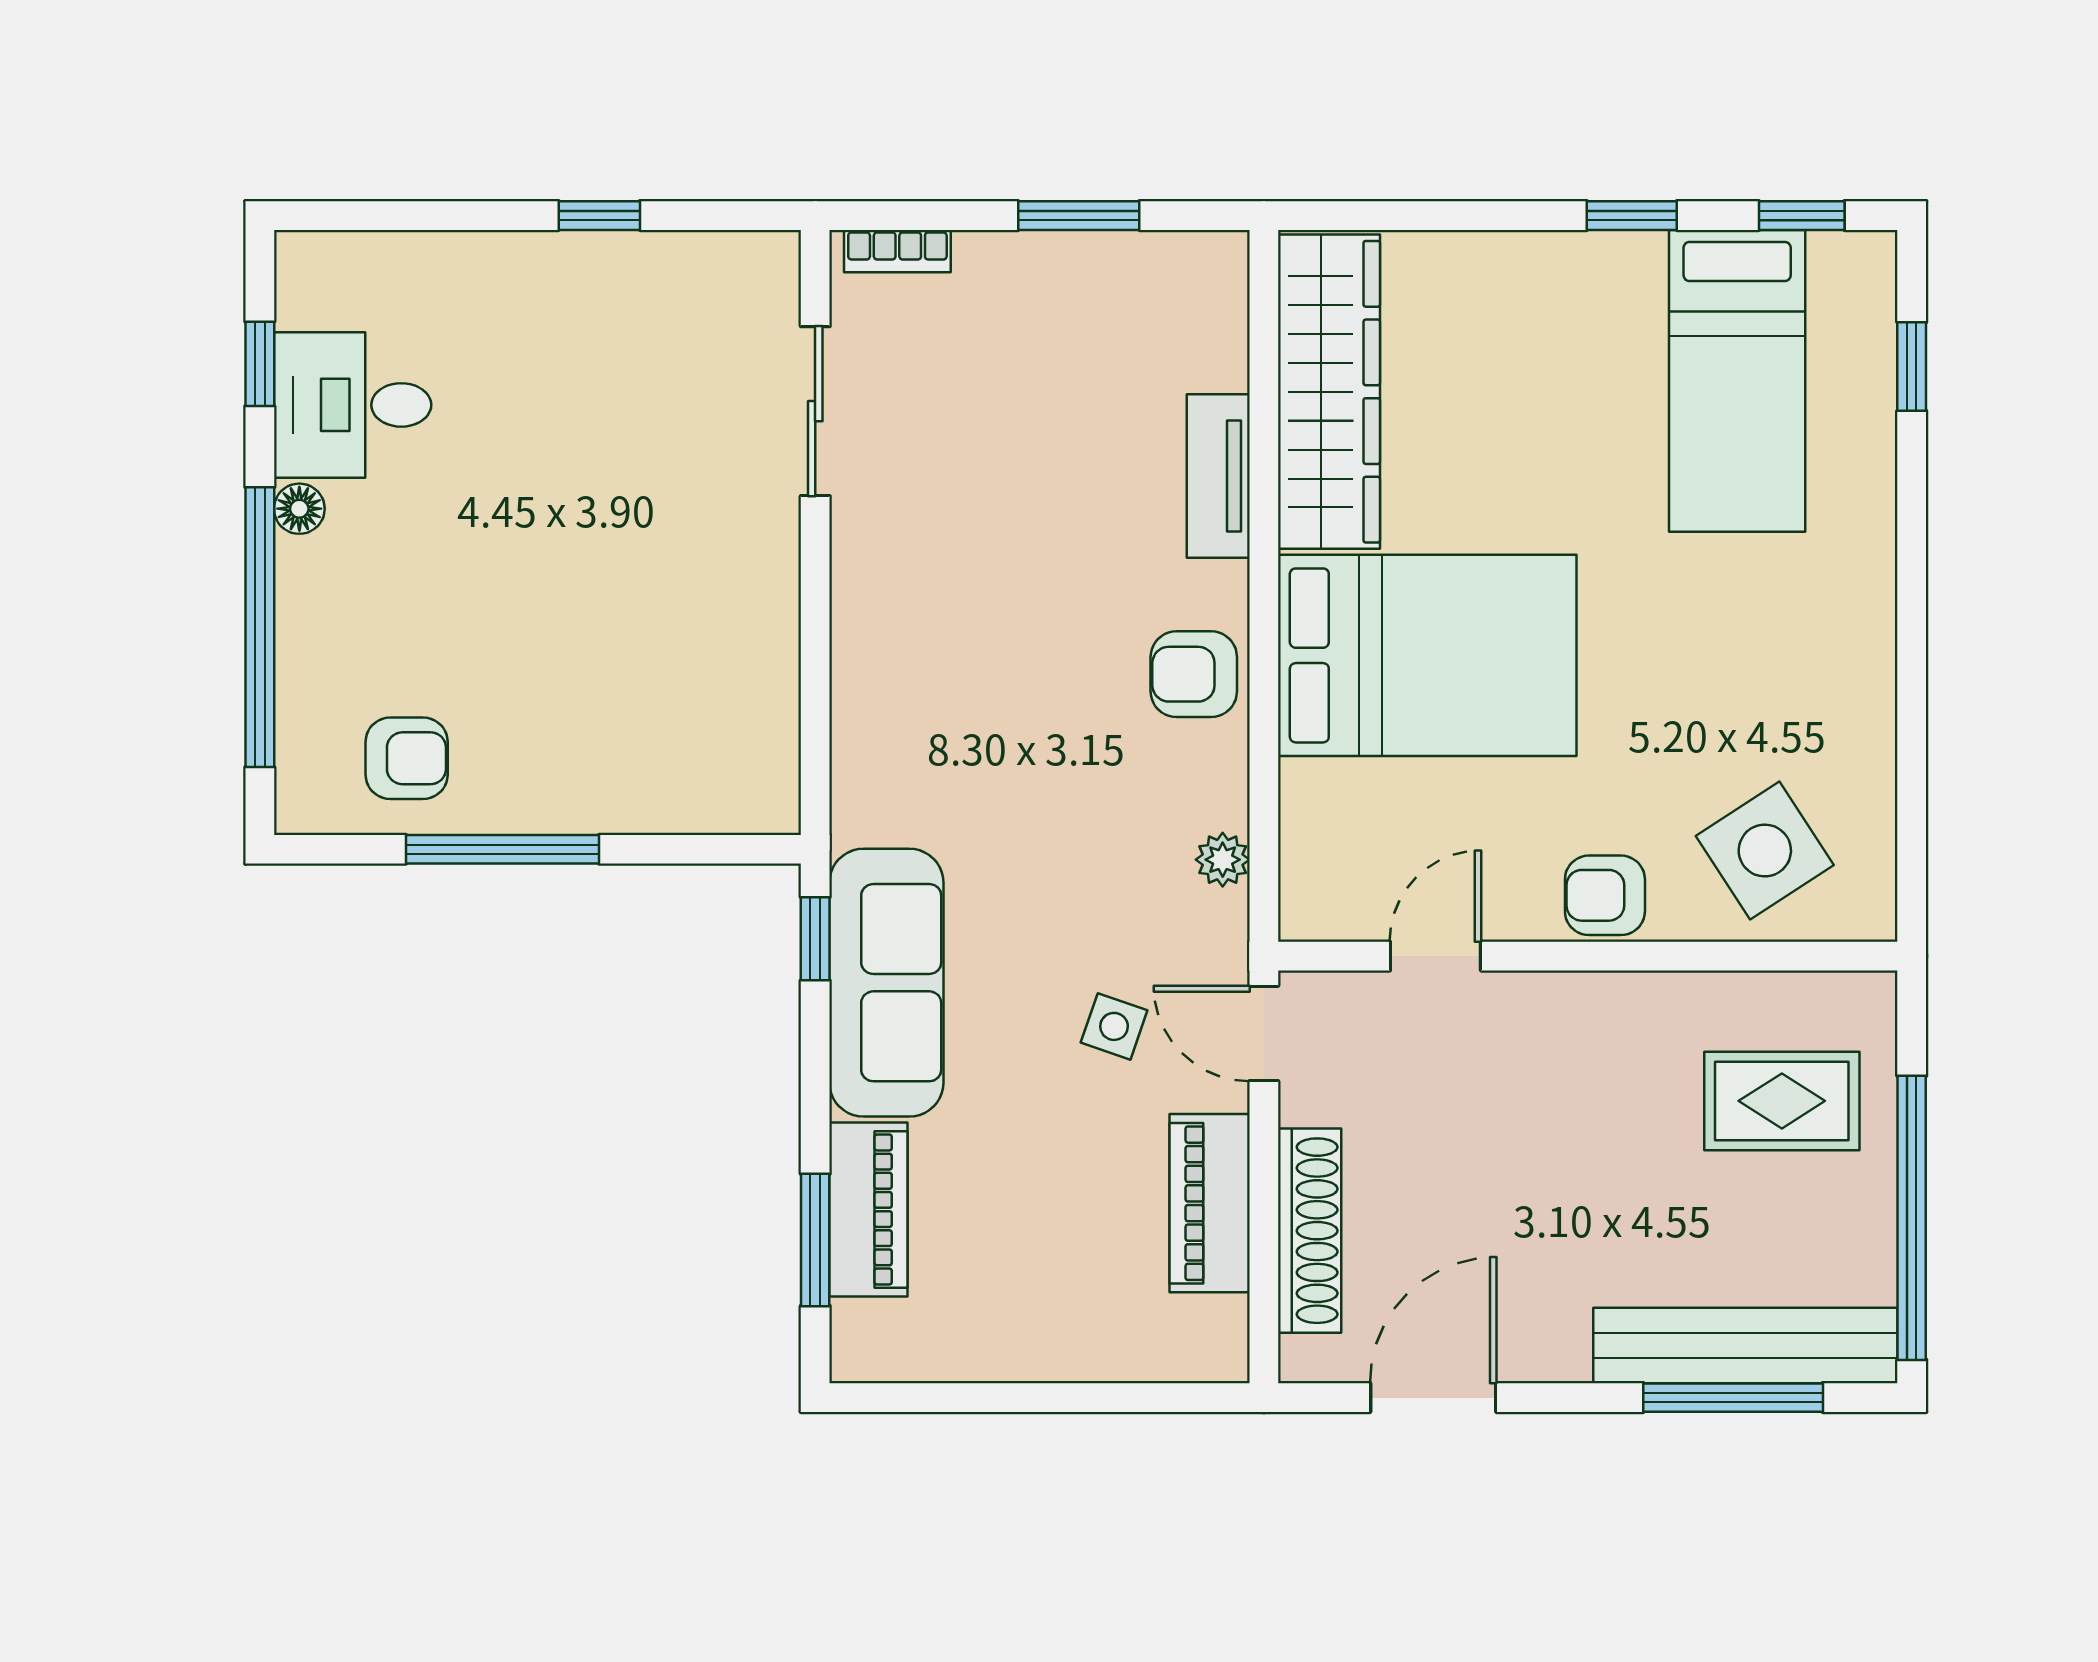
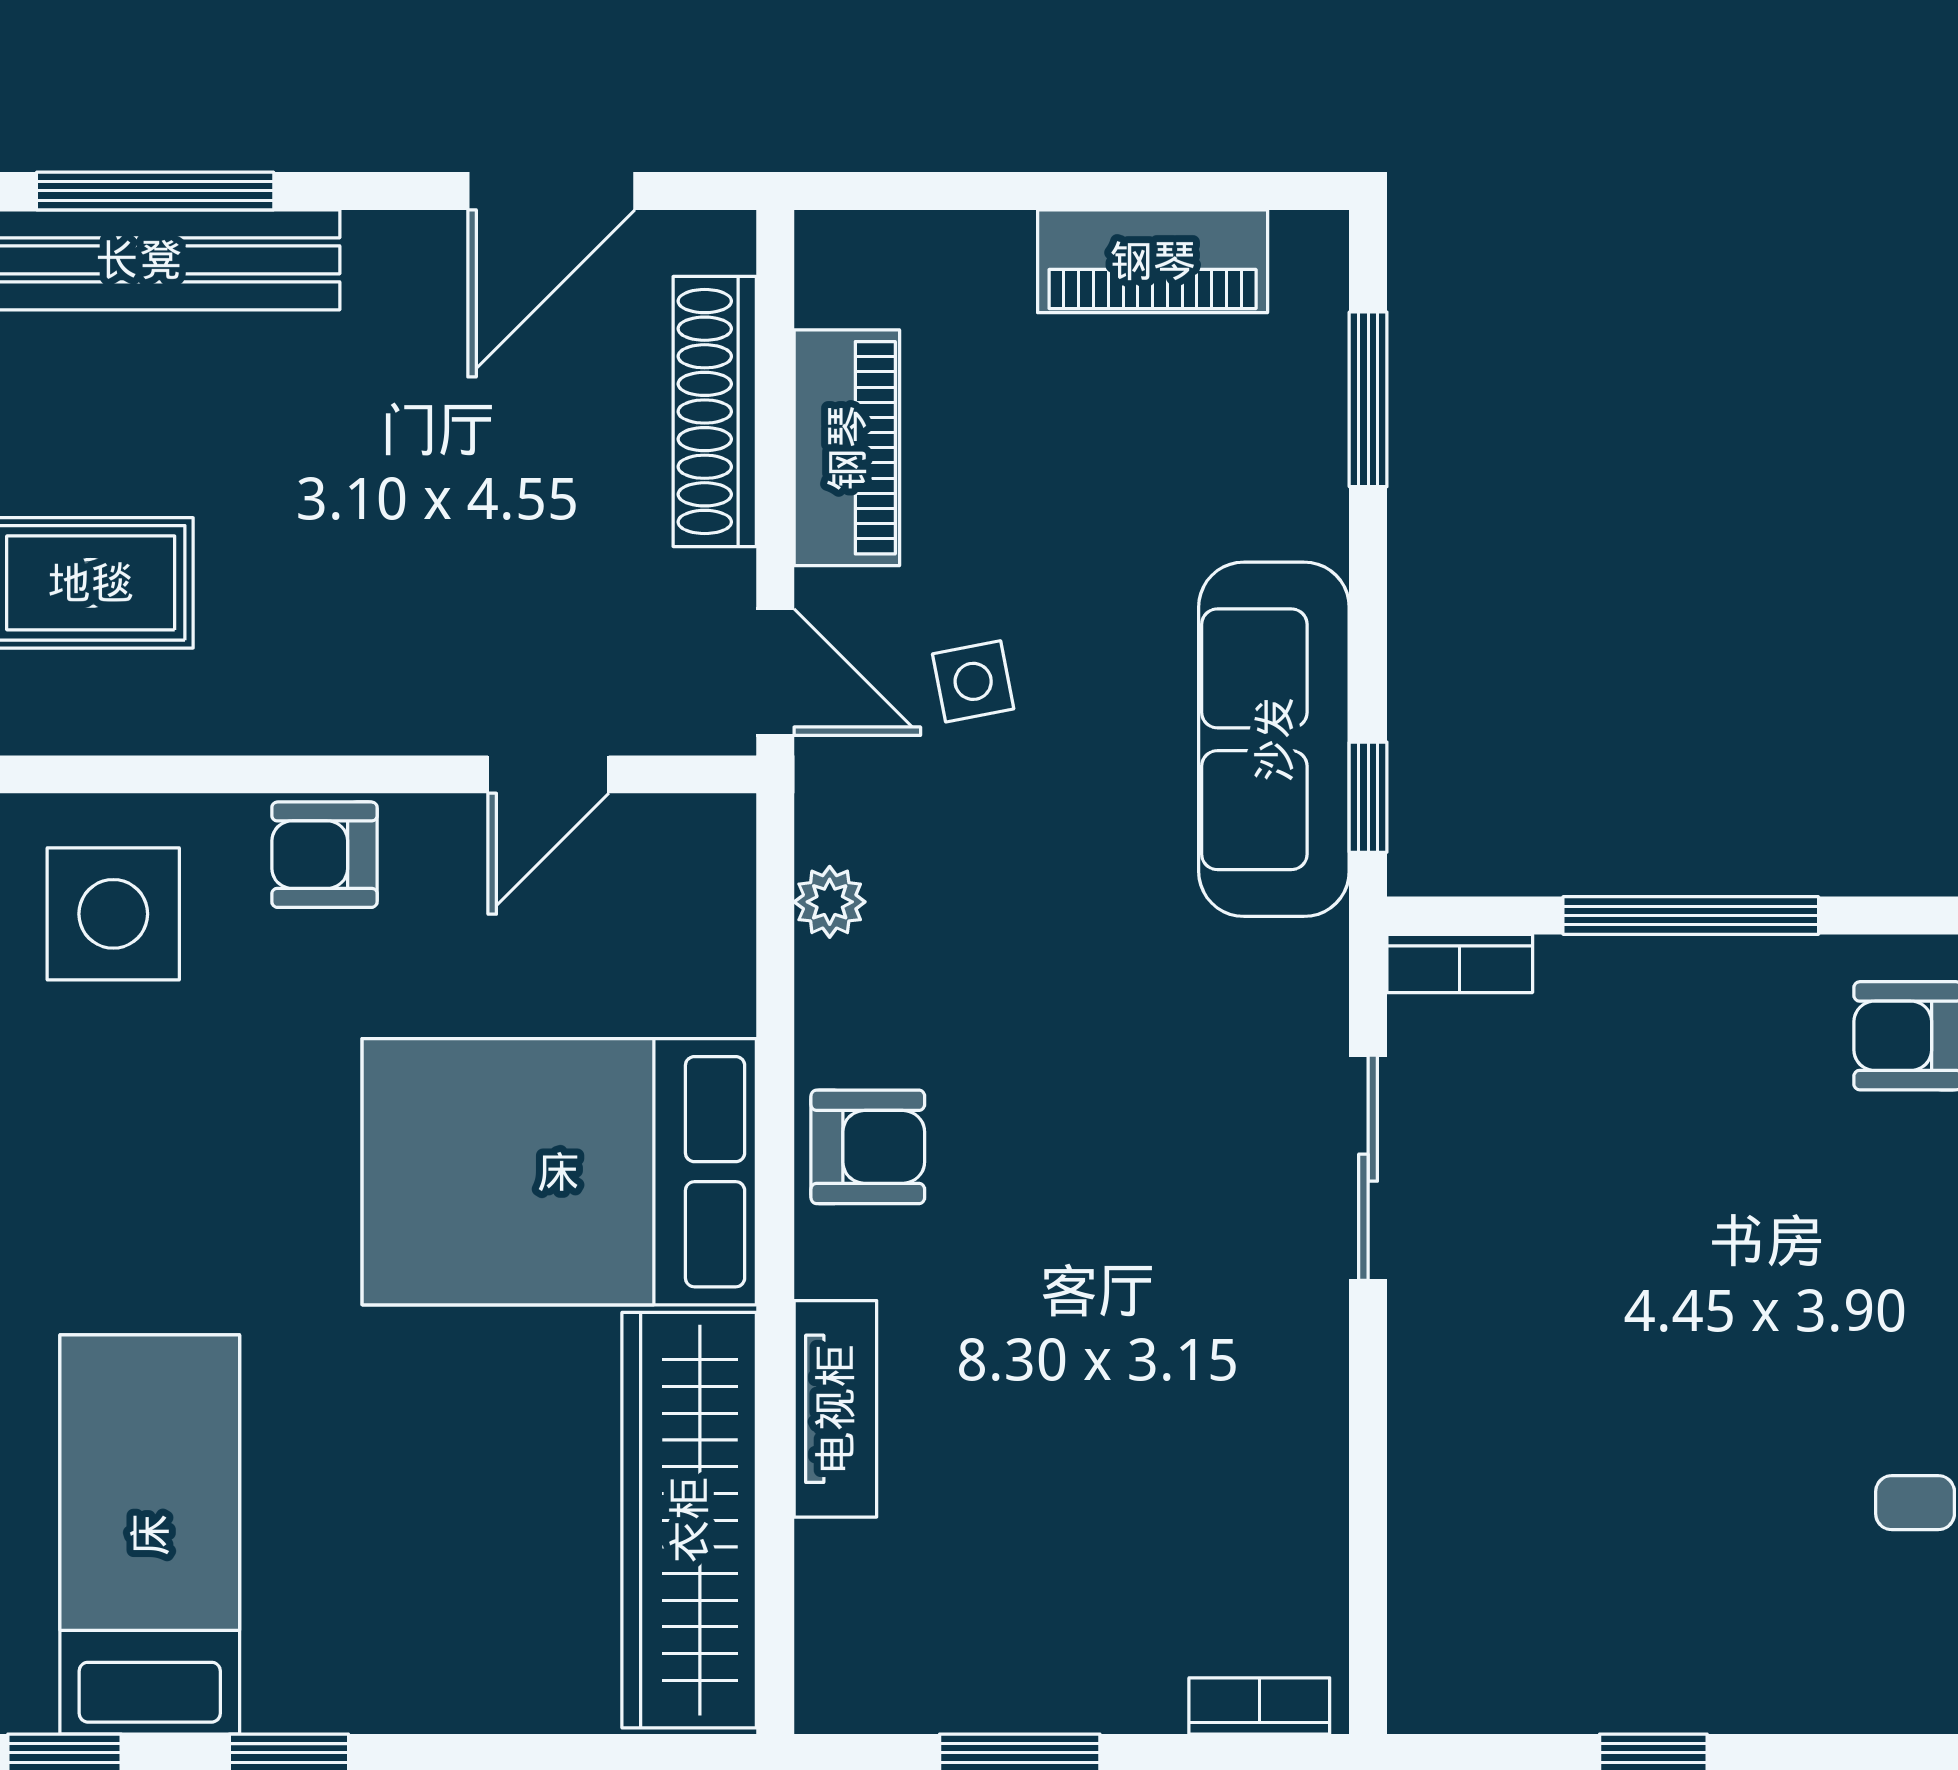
sliding door: (815, 411) -> (1368, 1168), moved
bookcase: (746, 813) -> (1460, 963), added
window: (503, 849) -> (1691, 916), moved
side table: (1765, 851) -> (113, 914), turned 33
armchair: (1605, 895) -> (324, 855), turned 180
side table: (1114, 1026) -> (973, 681), turned -30
piano: (868, 1209) -> (1153, 261), moved, turned -90

